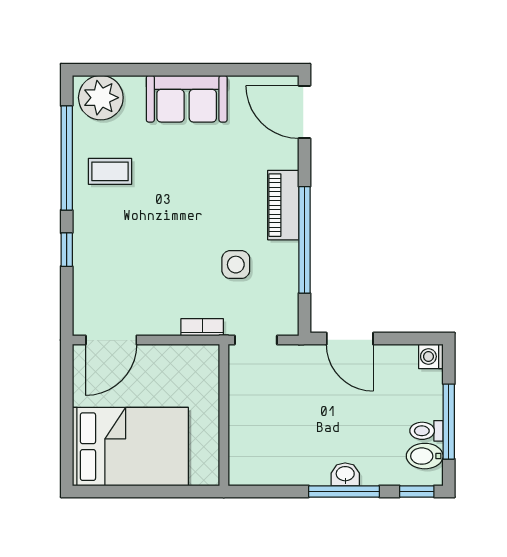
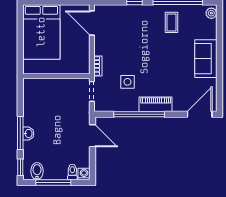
plant: (101, 98) -> (211, 13), width x0.53, depth x0.53
door: (350, 339) -> (92, 136), swing flipped
toilet: (426, 431) -> (72, 172), moved

